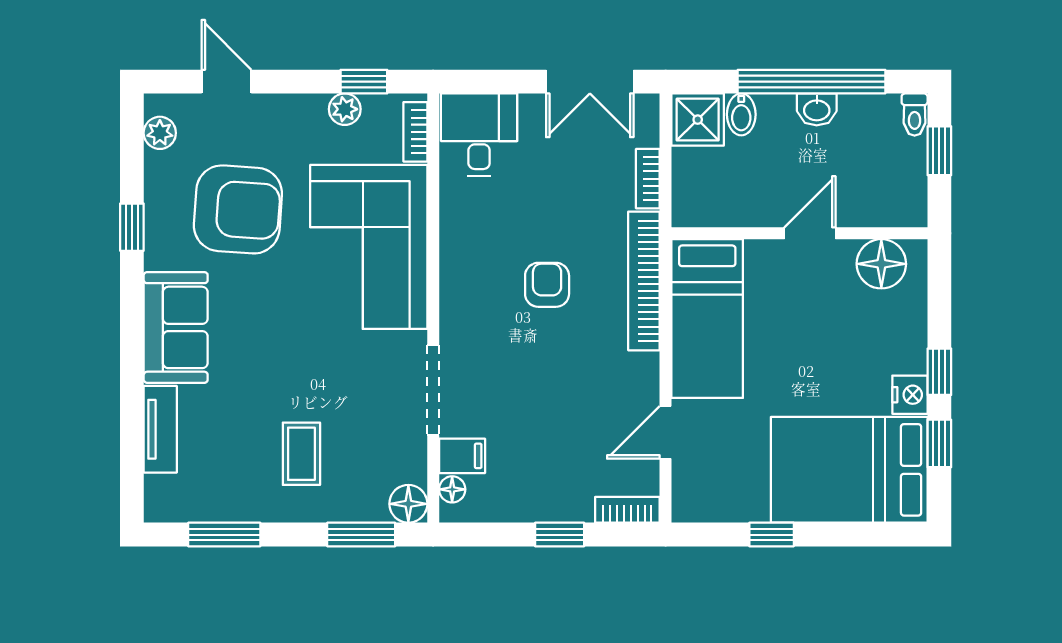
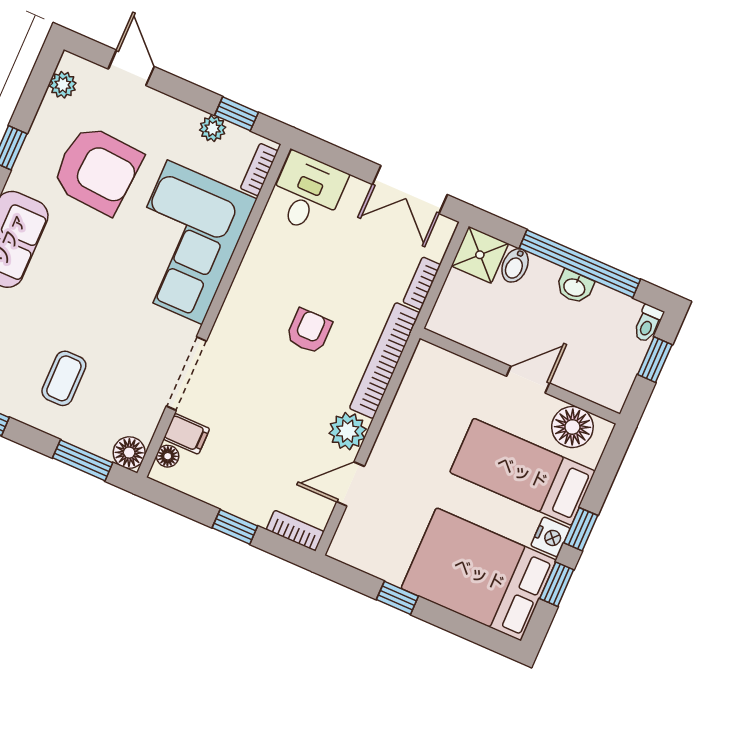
bed: (707, 319) -> (522, 472), moved, turned 90
plant: (637, 376) -> (348, 431), added

